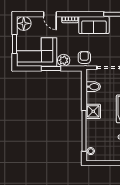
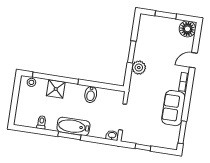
corner sofa: (37, 52) -> (153, 39), removed
armchair: (84, 57) -> (138, 91), removed
bidet: (93, 87) -> (91, 94), moved
shower: (93, 111) -> (56, 89), moved

